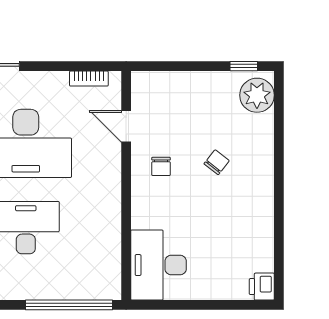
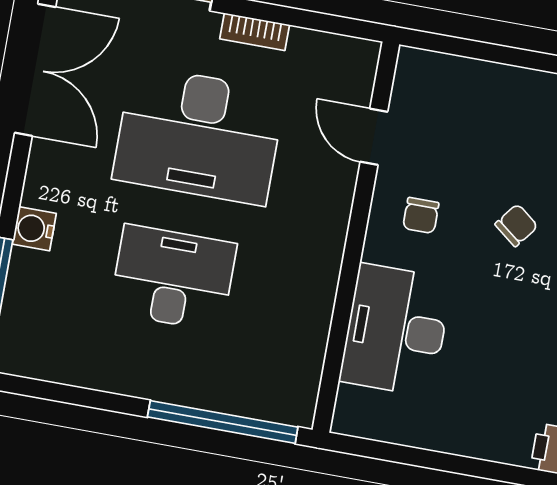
bookcase: (89, 79) -> (255, 32), moved
desk: (158, 265) -> (396, 330), moved

